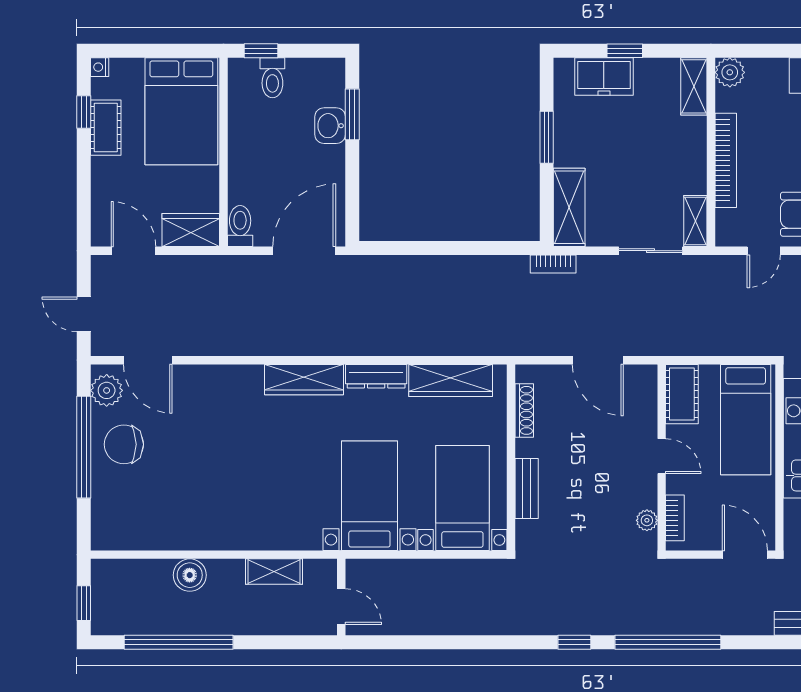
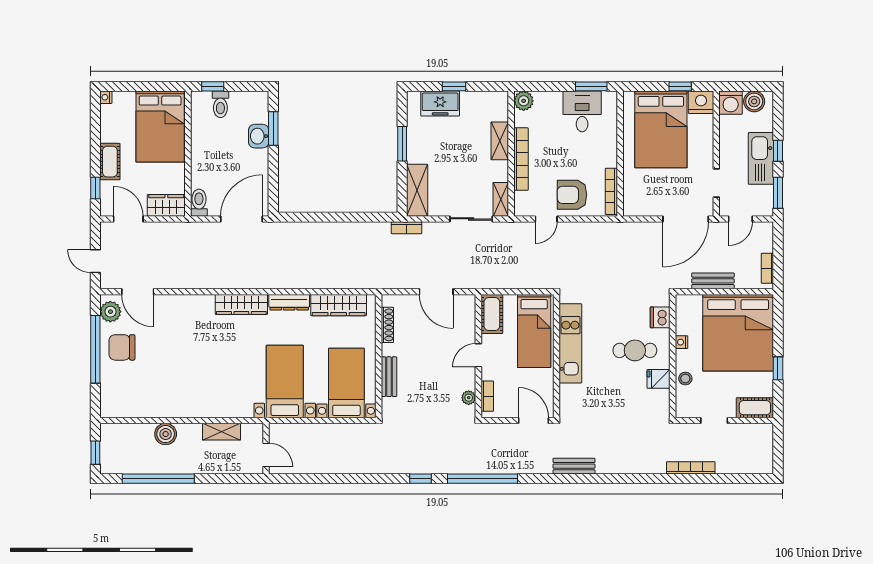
shelving: (694, 86) -> (500, 141), moved
window: (84, 112) -> (95, 188), moved
cot: (106, 128) -> (110, 162), moved
door: (662, 456) -> (478, 355), swing flipped

